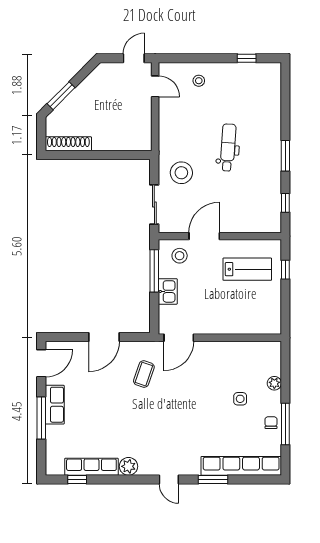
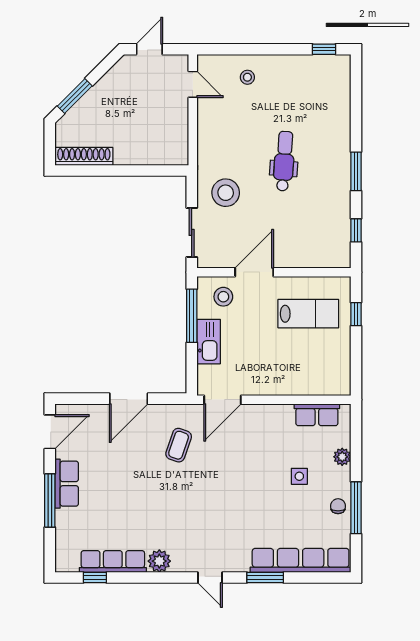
door: (134, 58) -> (149, 49), moved
window: (247, 58) -> (324, 49), moved
kitchen sink: (168, 291) -> (209, 342), width x1.38
row of seats: (254, 350) -> (317, 415), added

